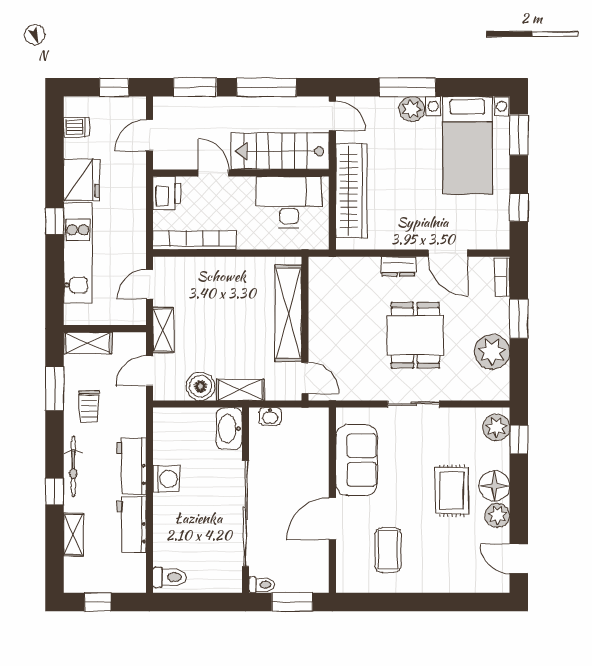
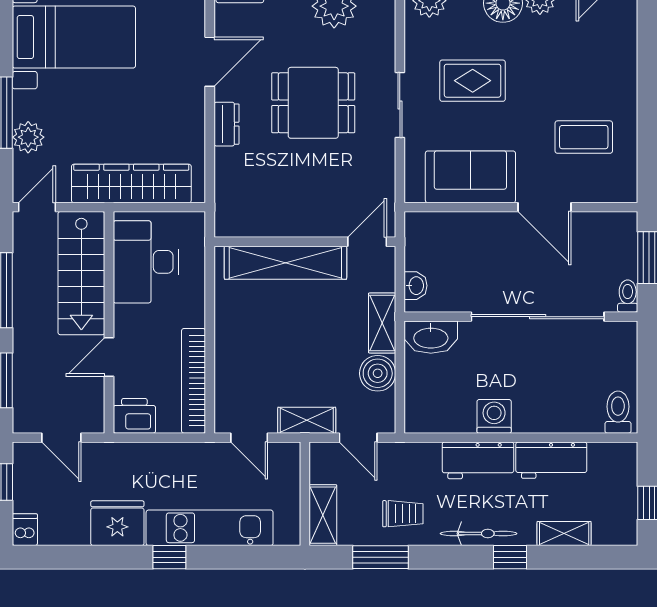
plant: (412, 109) -> (28, 137), moved
dishwasher: (76, 127) -> (25, 530), moved
rug: (452, 491) -> (473, 81), moved

